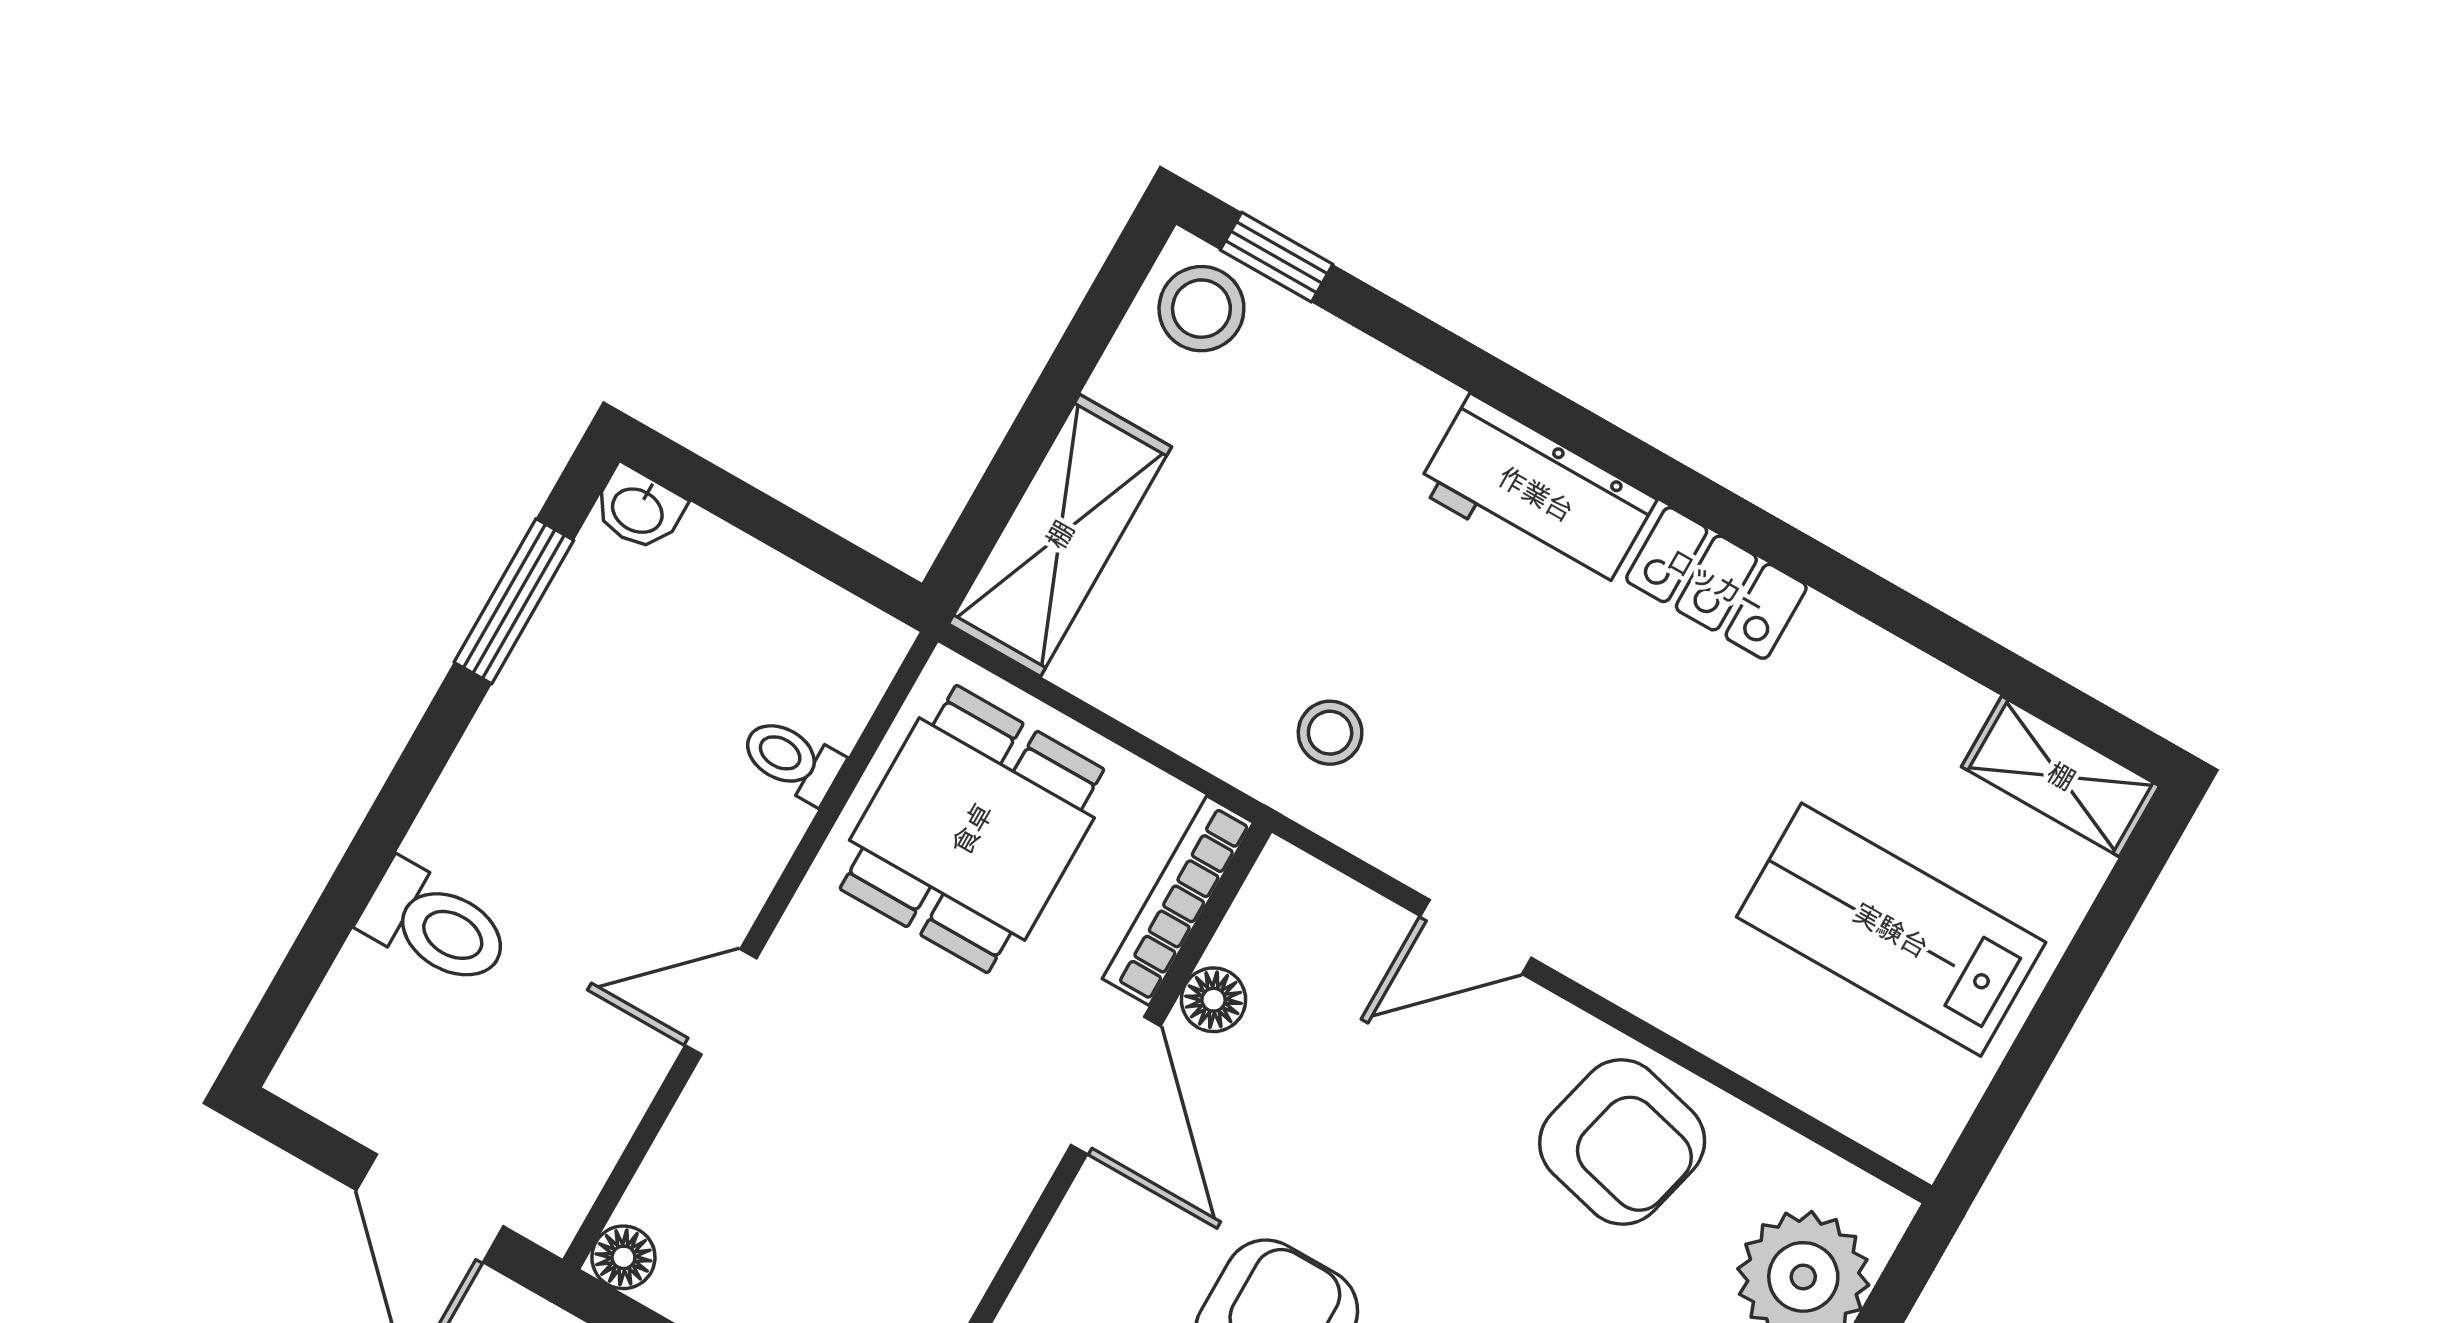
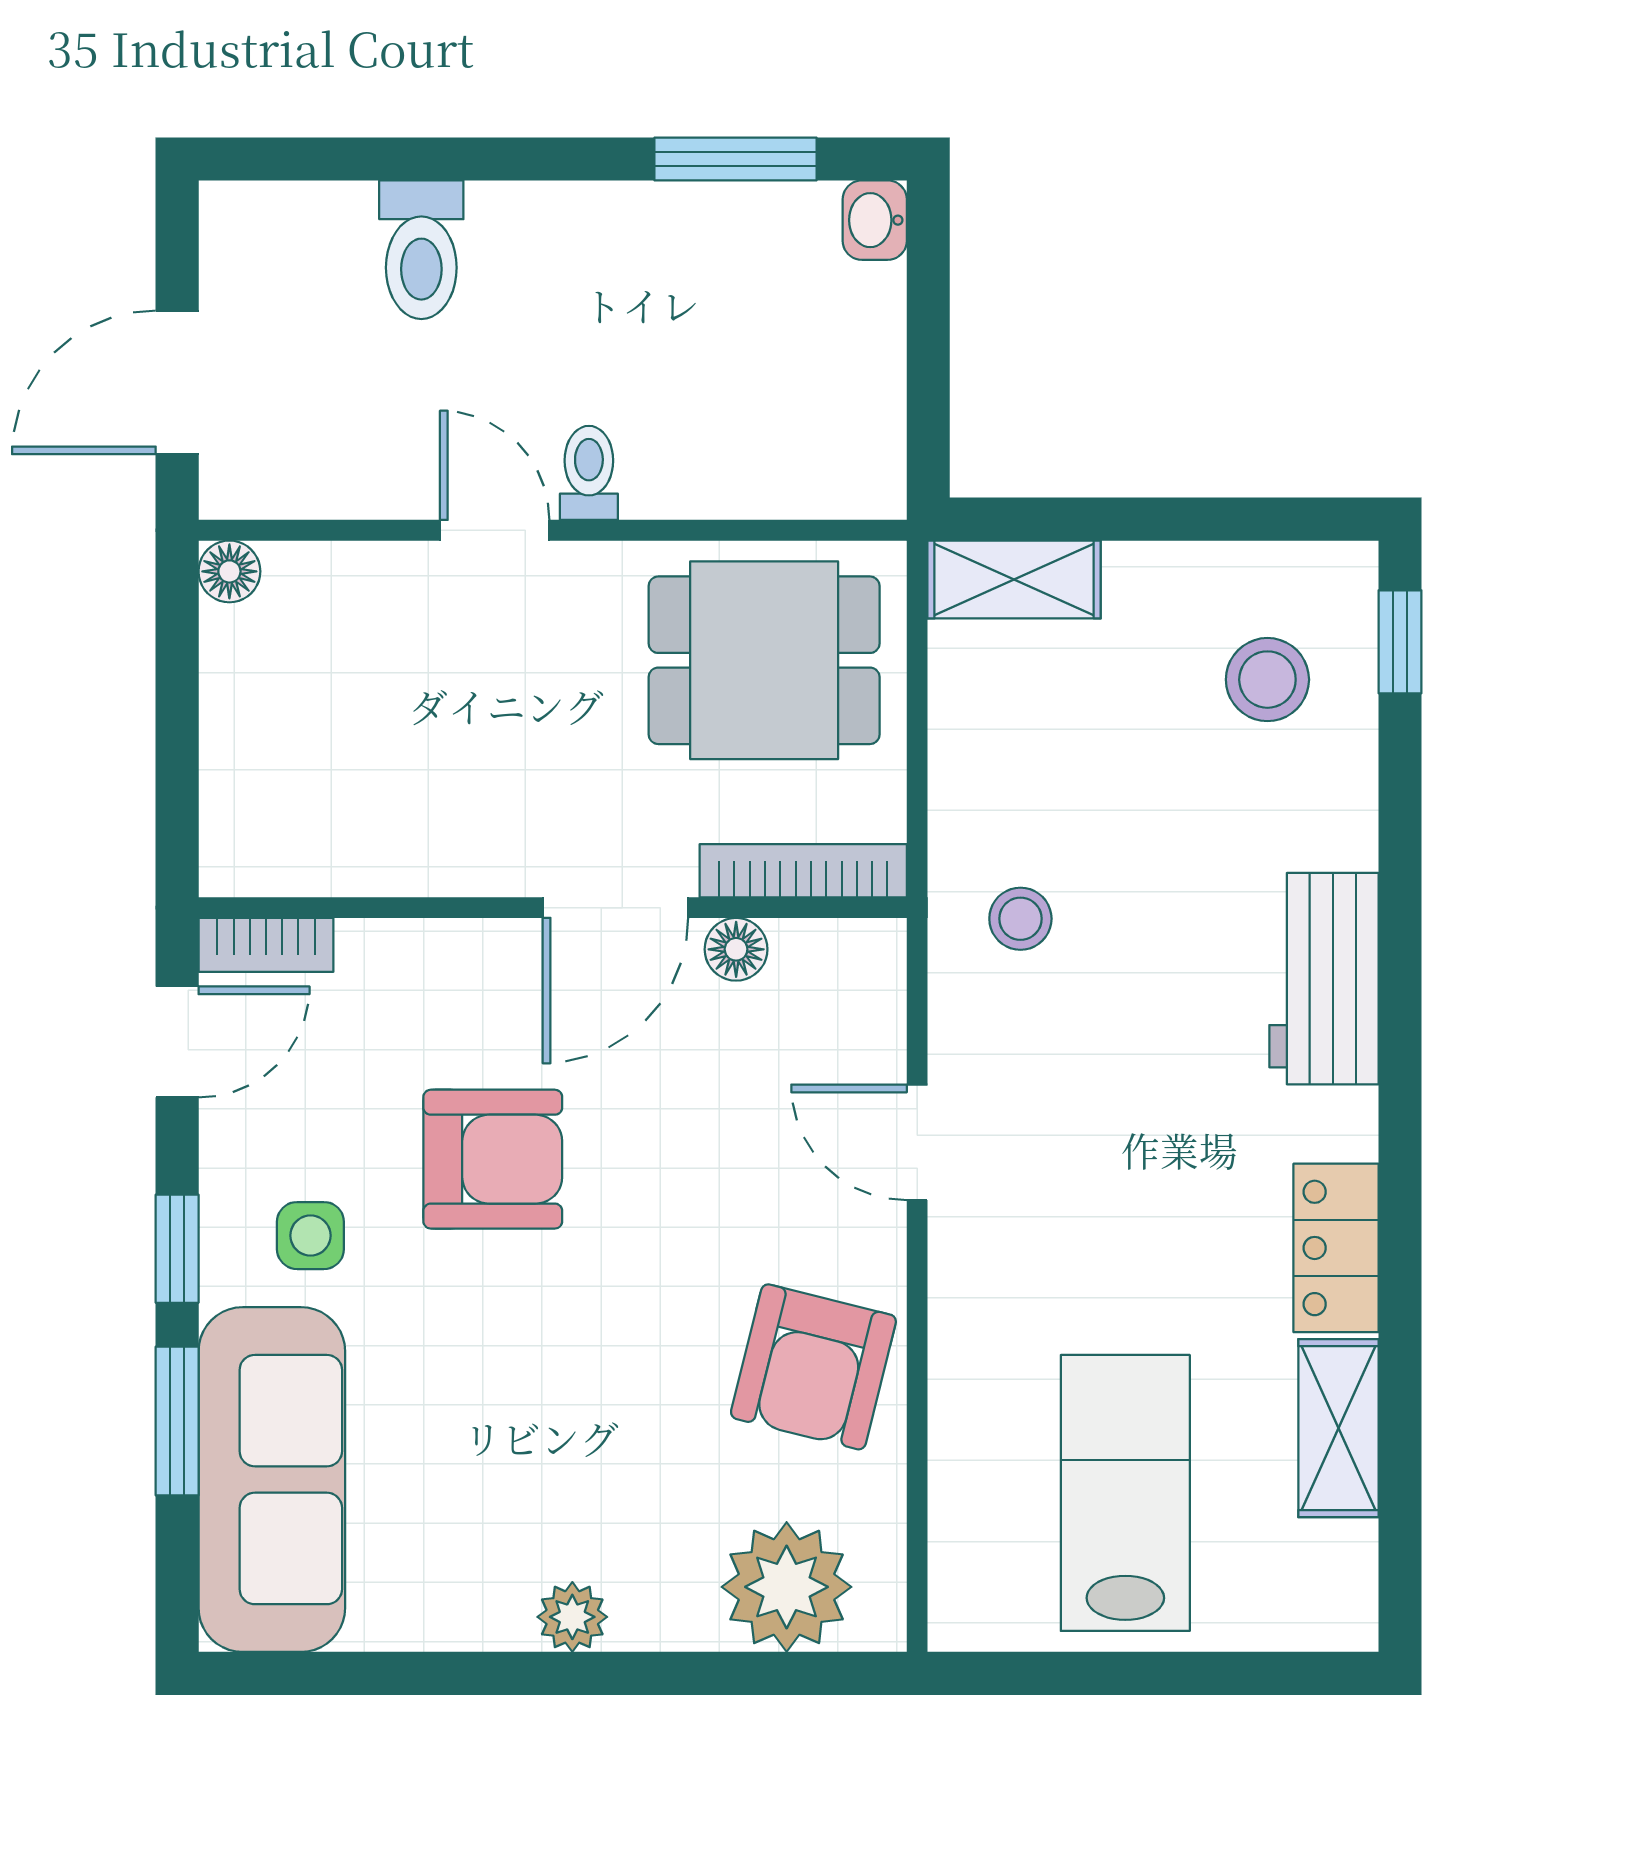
stool: (1201, 309) -> (1267, 680), moved
shelving: (1060, 535) -> (1014, 580), width x0.67, depth x0.75
locker: (1716, 583) -> (1336, 1248), moved
toilet: (792, 760) -> (589, 473), moved
shelving: (2061, 776) -> (1338, 1428), moved

